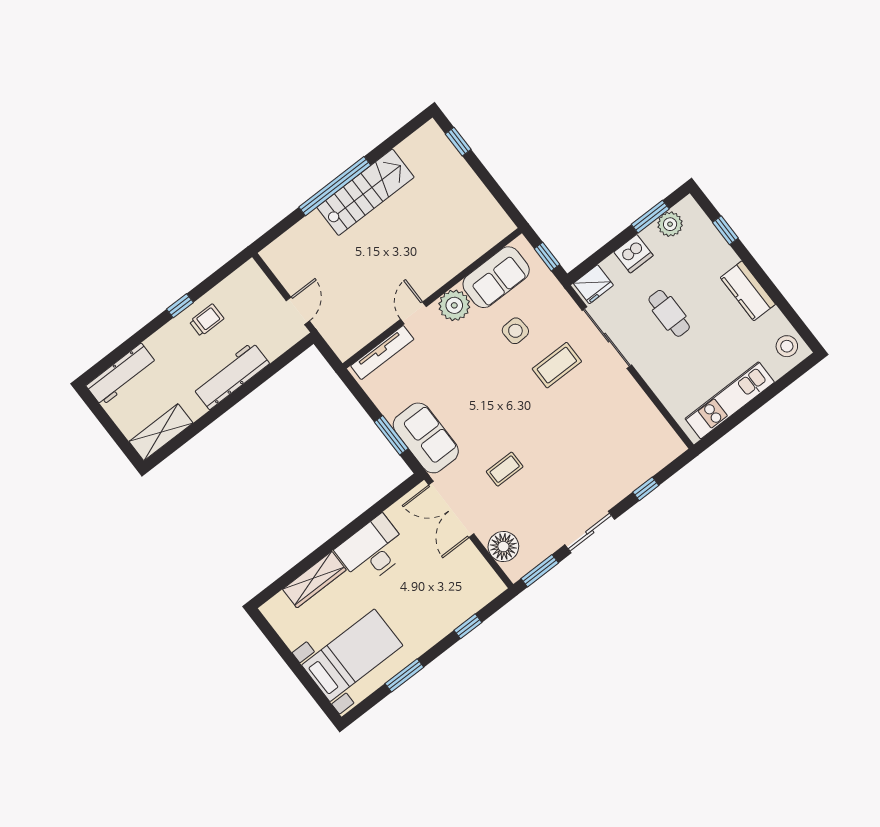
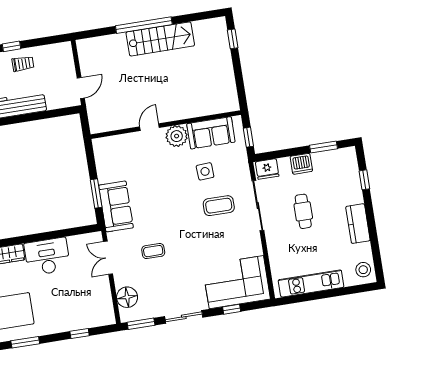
plant: (670, 224) -> (333, 158), removed
tv unit: (382, 353) -> (118, 141), removed
corner sofa: (633, 451) -> (236, 282), added
double door: (451, 509) -> (108, 258), width x0.73

